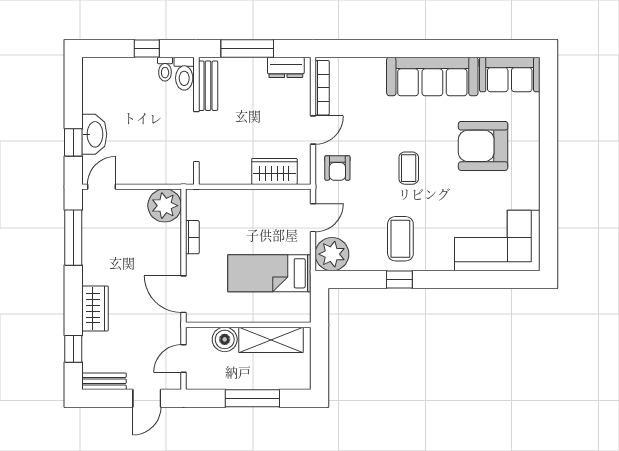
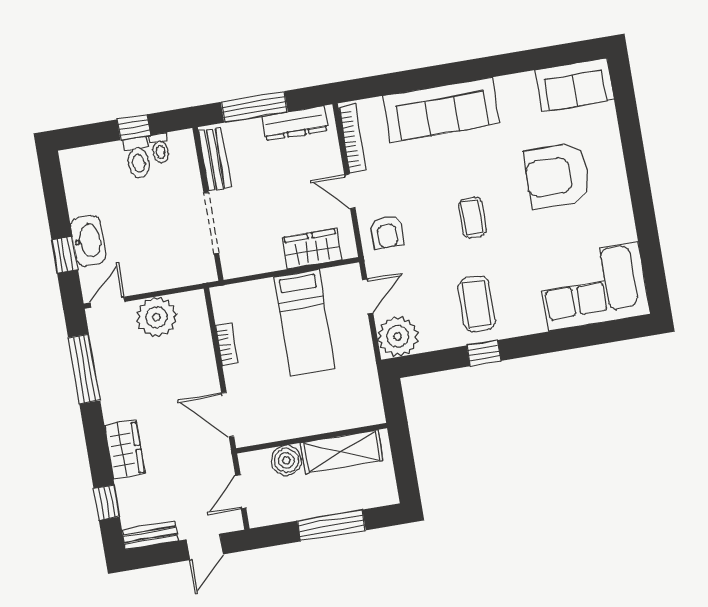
dresser: (286, 67) -> (295, 123), width x1.44
toilet: (184, 74) -> (138, 158), moved
sofa: (432, 76) -> (441, 110), moved
door: (313, 130) -> (350, 191), swing flipped
plant: (165, 206) -> (156, 317), moved
bed: (269, 273) -> (305, 323), moved, turned -90

